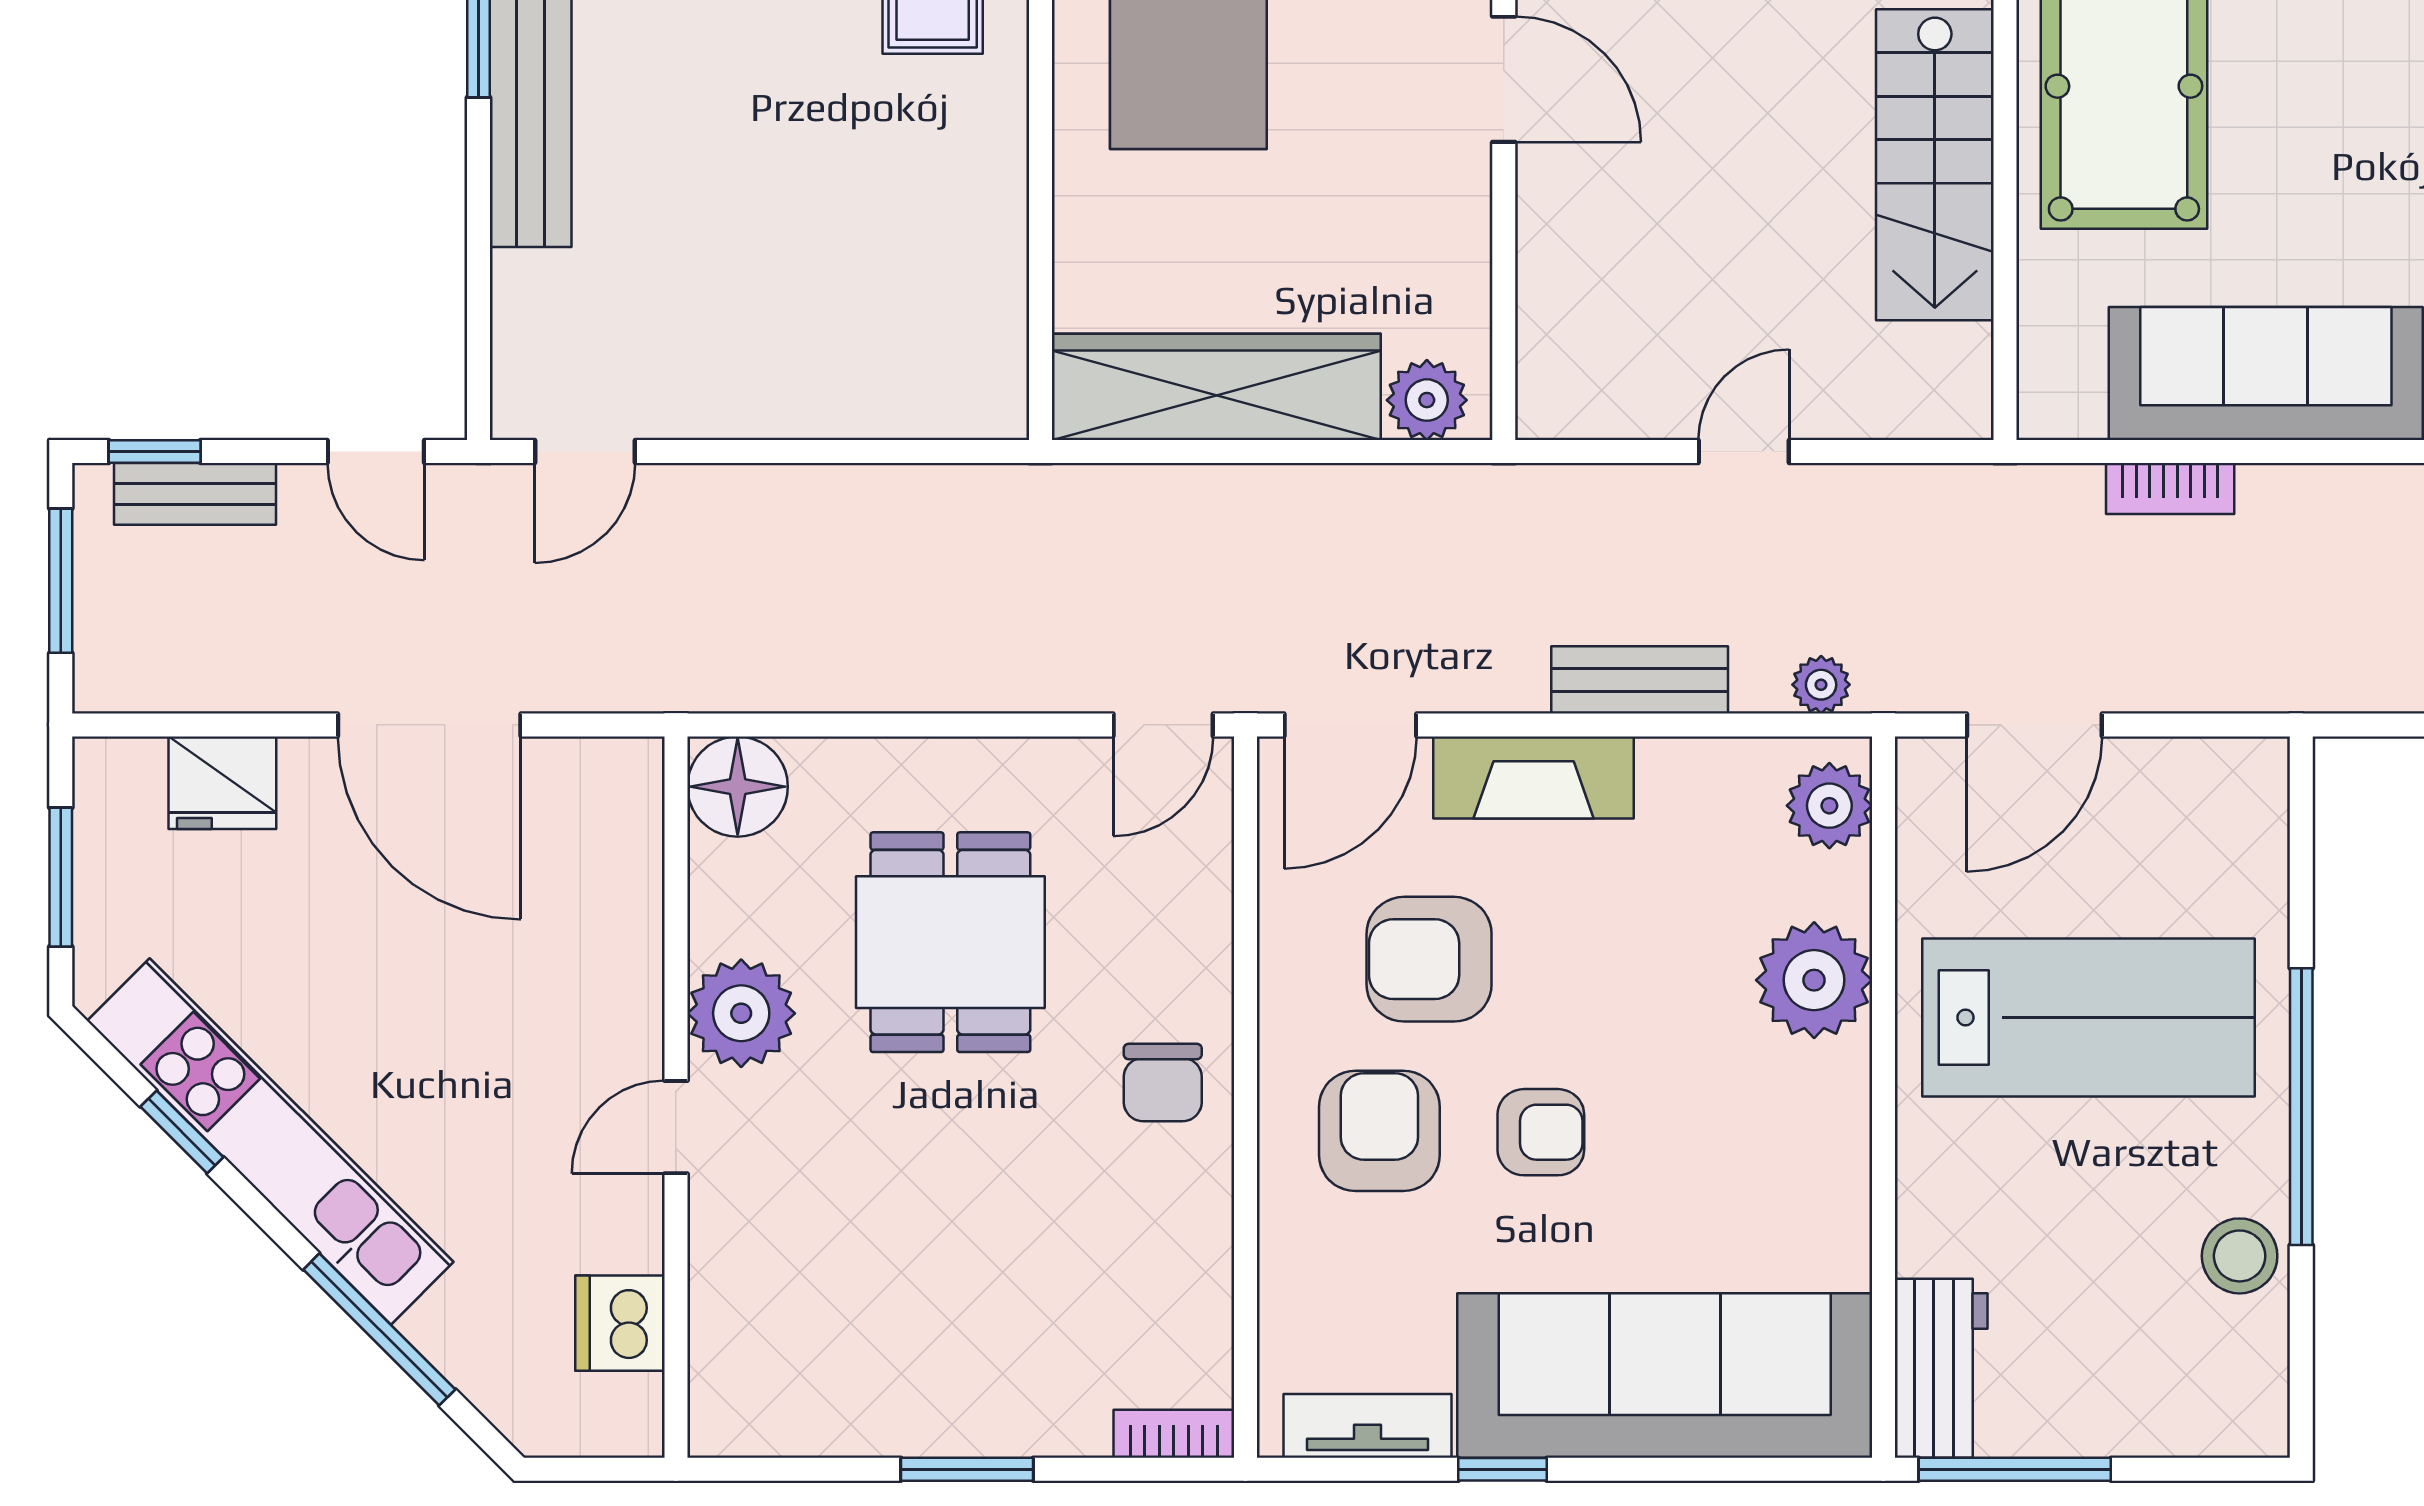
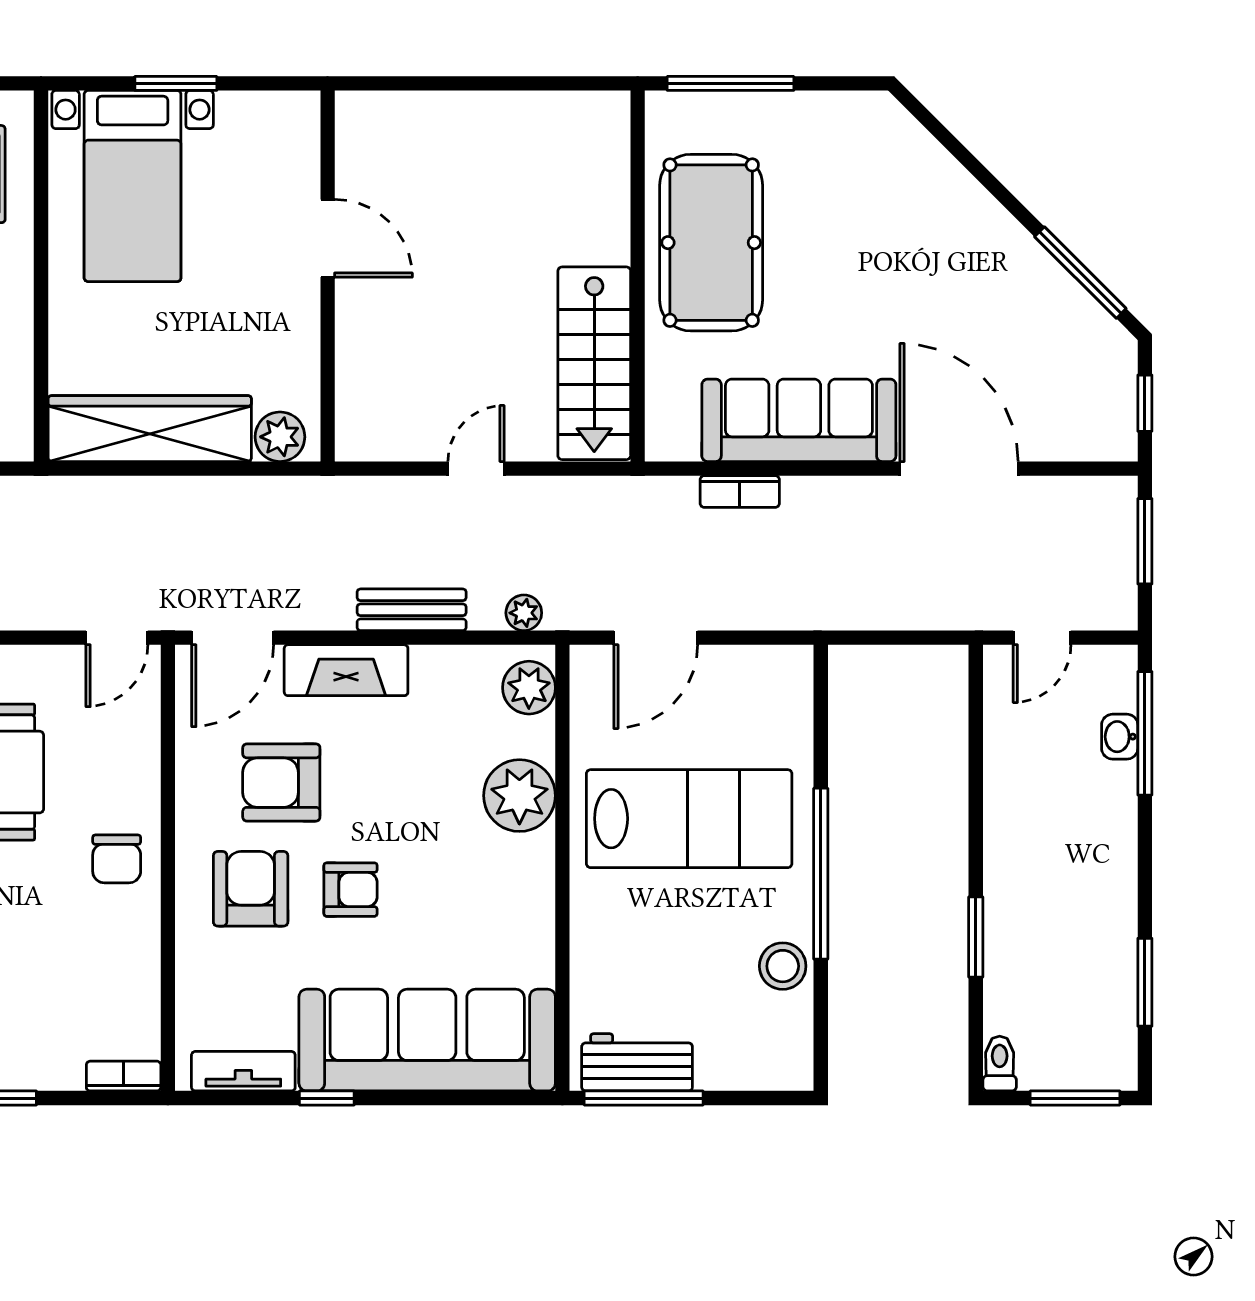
stairs: (1935, 165) -> (594, 363), moved
workbench: (1941, 1368) -> (637, 1062), moved, turned -90

